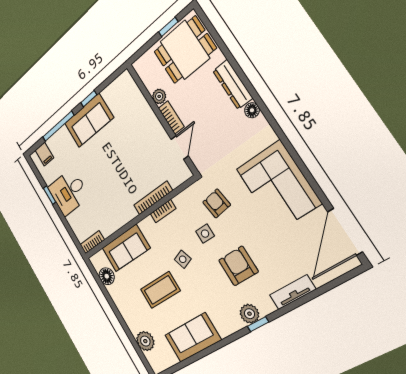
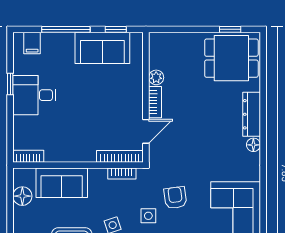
plant: (159, 96) -> (156, 77), moved
bookcase: (171, 118) -> (155, 102), moved
wall: (162, 119) -> (146, 97), moved
door: (180, 147) -> (146, 131), moved

